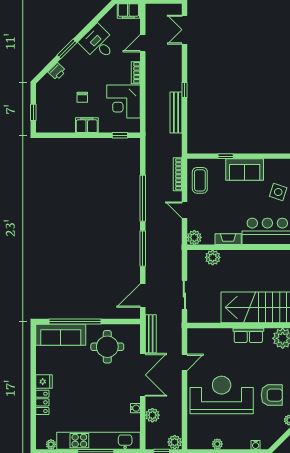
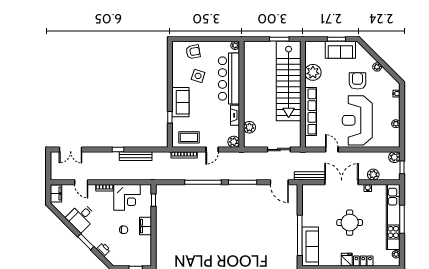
row of seats: (248, 335) -> (311, 112), width x2.02
round table: (107, 347) -> (350, 223), moved

